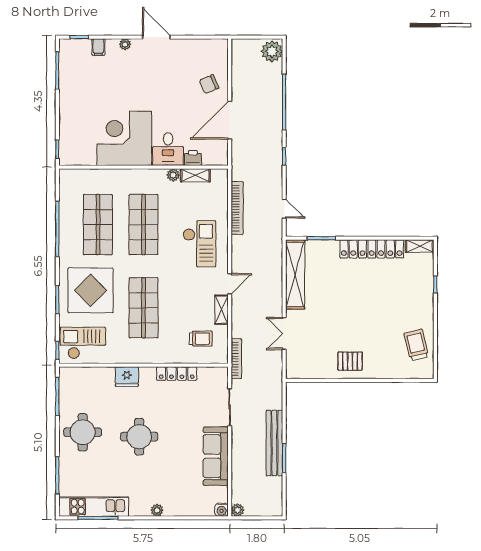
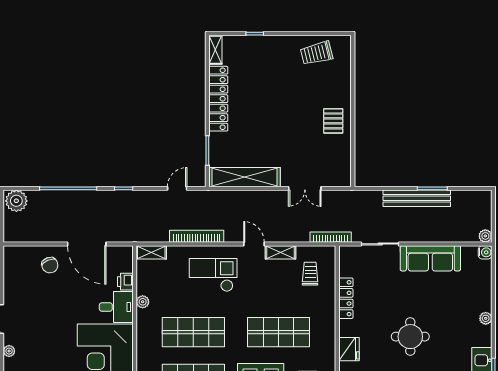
shelving: (195, 175) -> (151, 252), moved, turned 90
bookcase: (237, 208) -> (197, 236), moved

